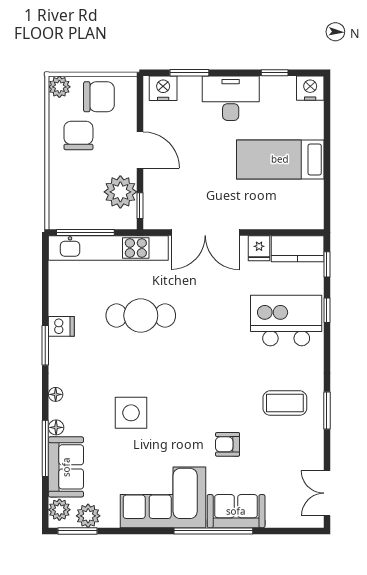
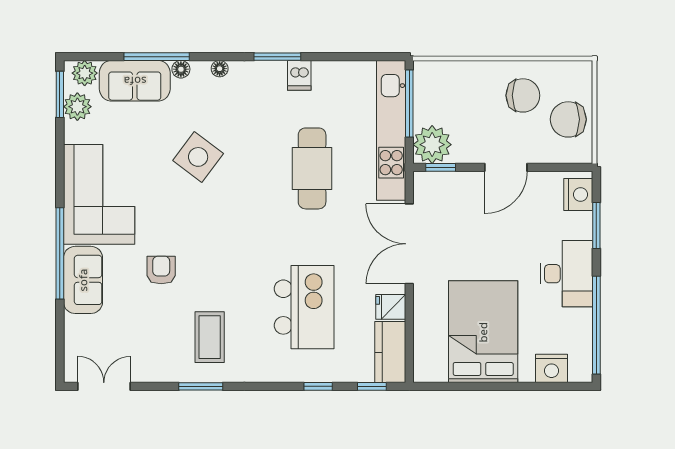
window: (275, 73) -> (596, 325), width x3.17
plant: (59, 87) -> (580, 73), removed
nightstand: (310, 88) -> (552, 368), moved, turned 90
chair: (99, 97) -> (568, 119), turned 90
bed: (280, 159) -> (483, 332), width x1.50
plant: (120, 192) -> (432, 145), moved
kitchen island: (286, 321) -> (304, 307), moved
side table: (131, 413) -> (198, 157), turned 37

